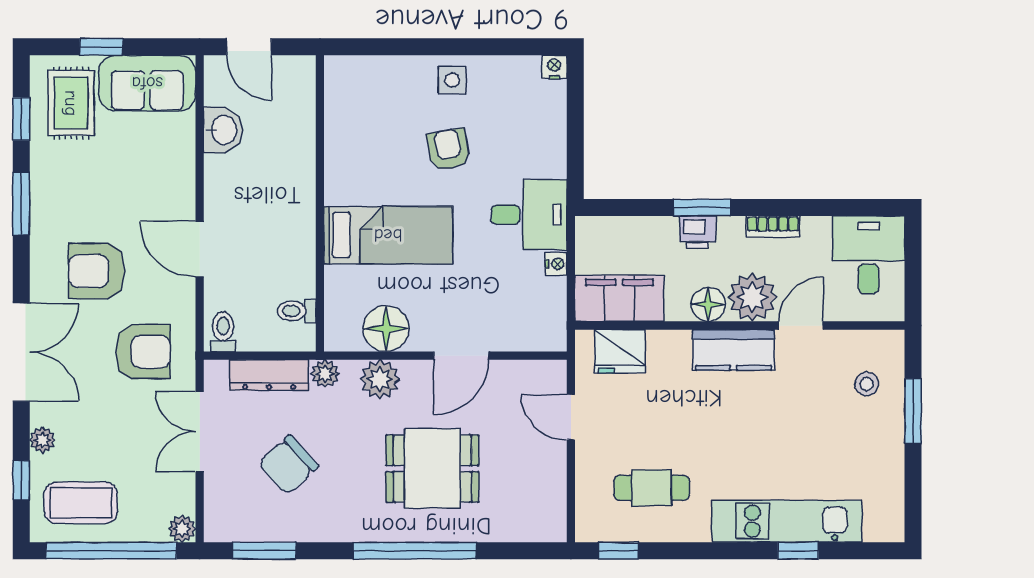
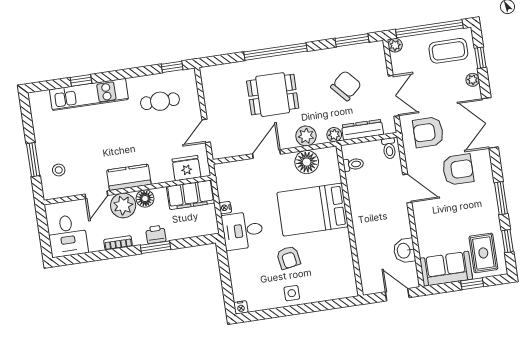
bed: (388, 235) -> (313, 210), width x1.50
door: (571, 417) -> (206, 131), swing flipped

